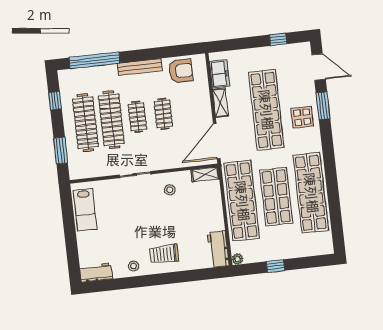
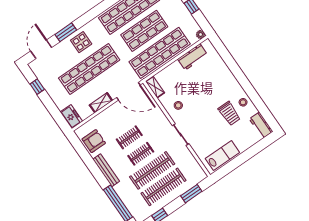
armchair: (181, 71) -> (94, 141), turned 90
freezer: (219, 74) -> (71, 117), moved, turned 90
workbench: (218, 249) -> (193, 57), moved
trolley: (164, 254) -> (229, 113), moved

